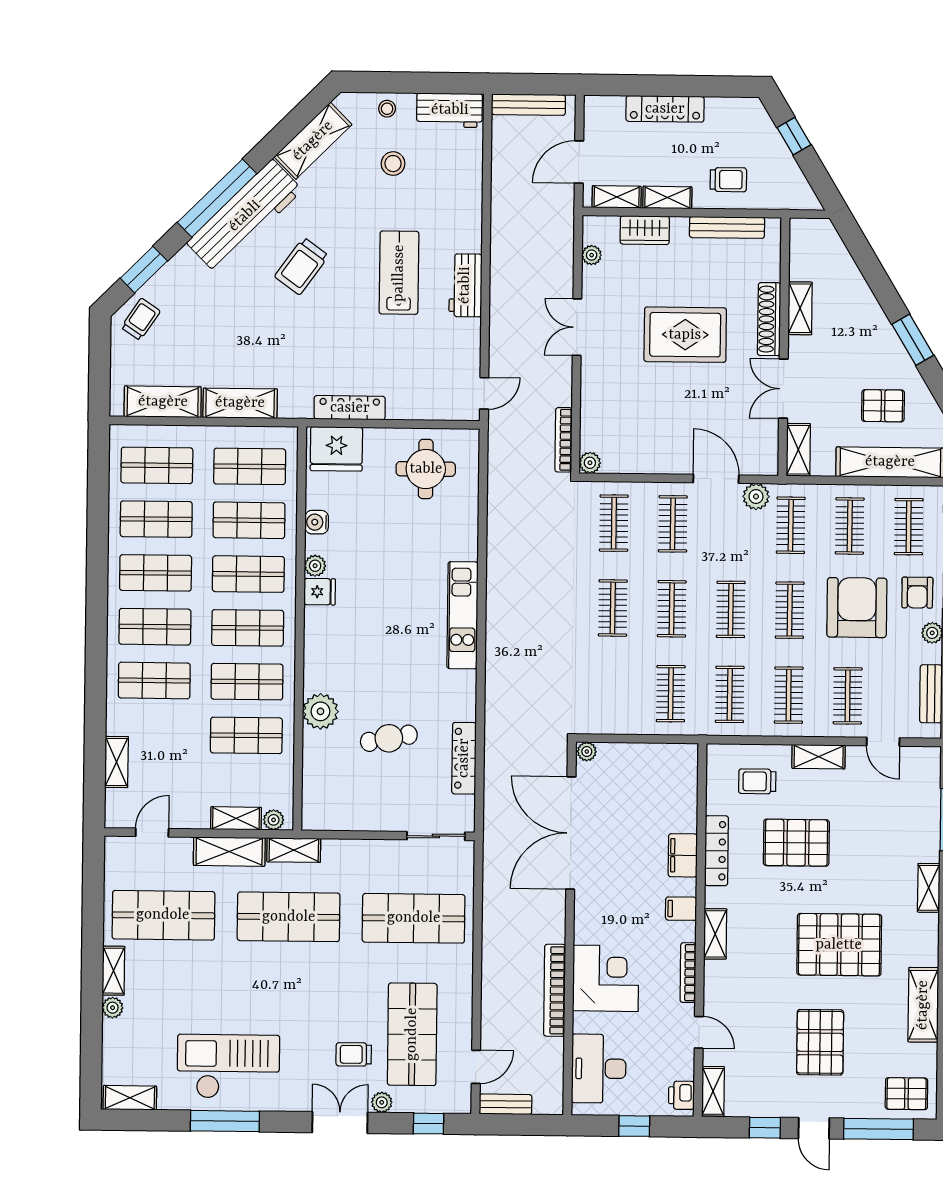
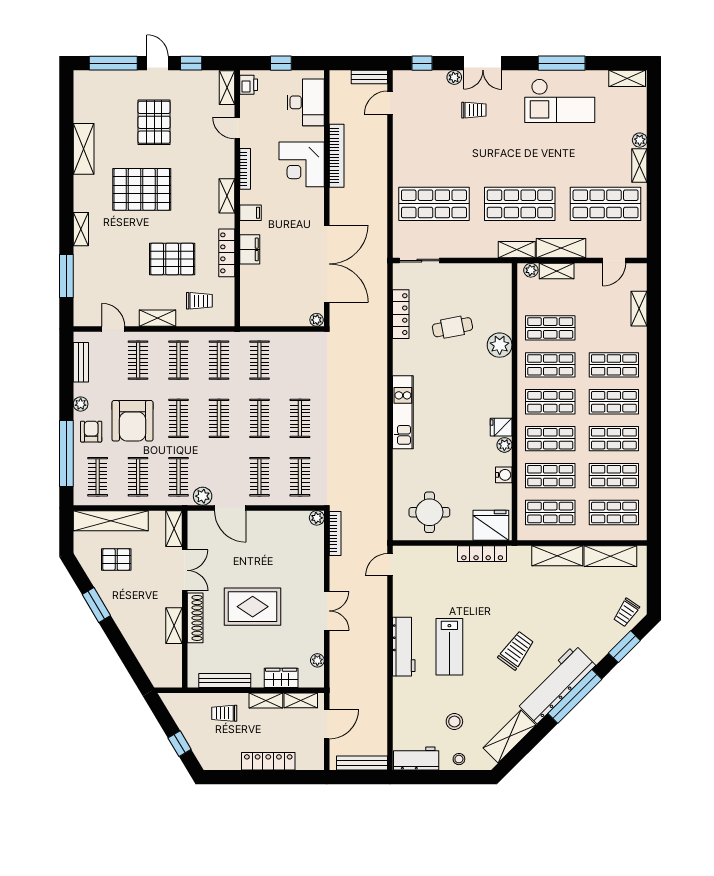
workbench: (465, 285) -> (404, 647), width x1.37
shop shelf: (412, 1034) -> (434, 124), removed
pallet: (906, 1094) -> (94, 88), removed

